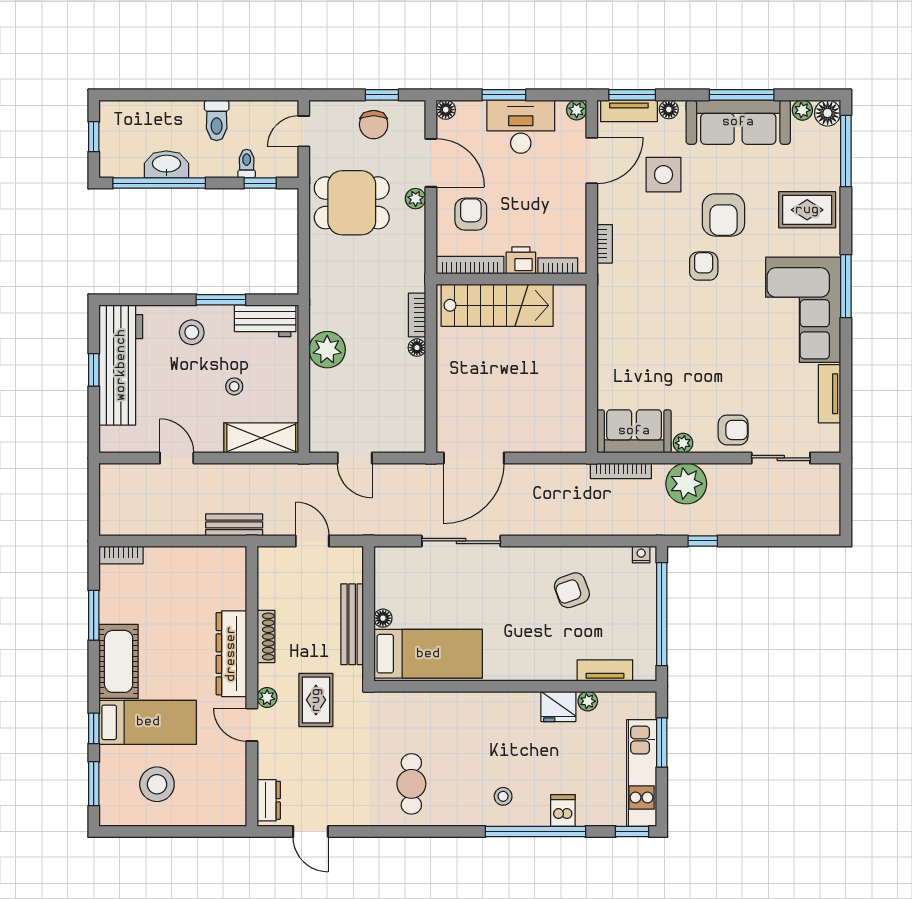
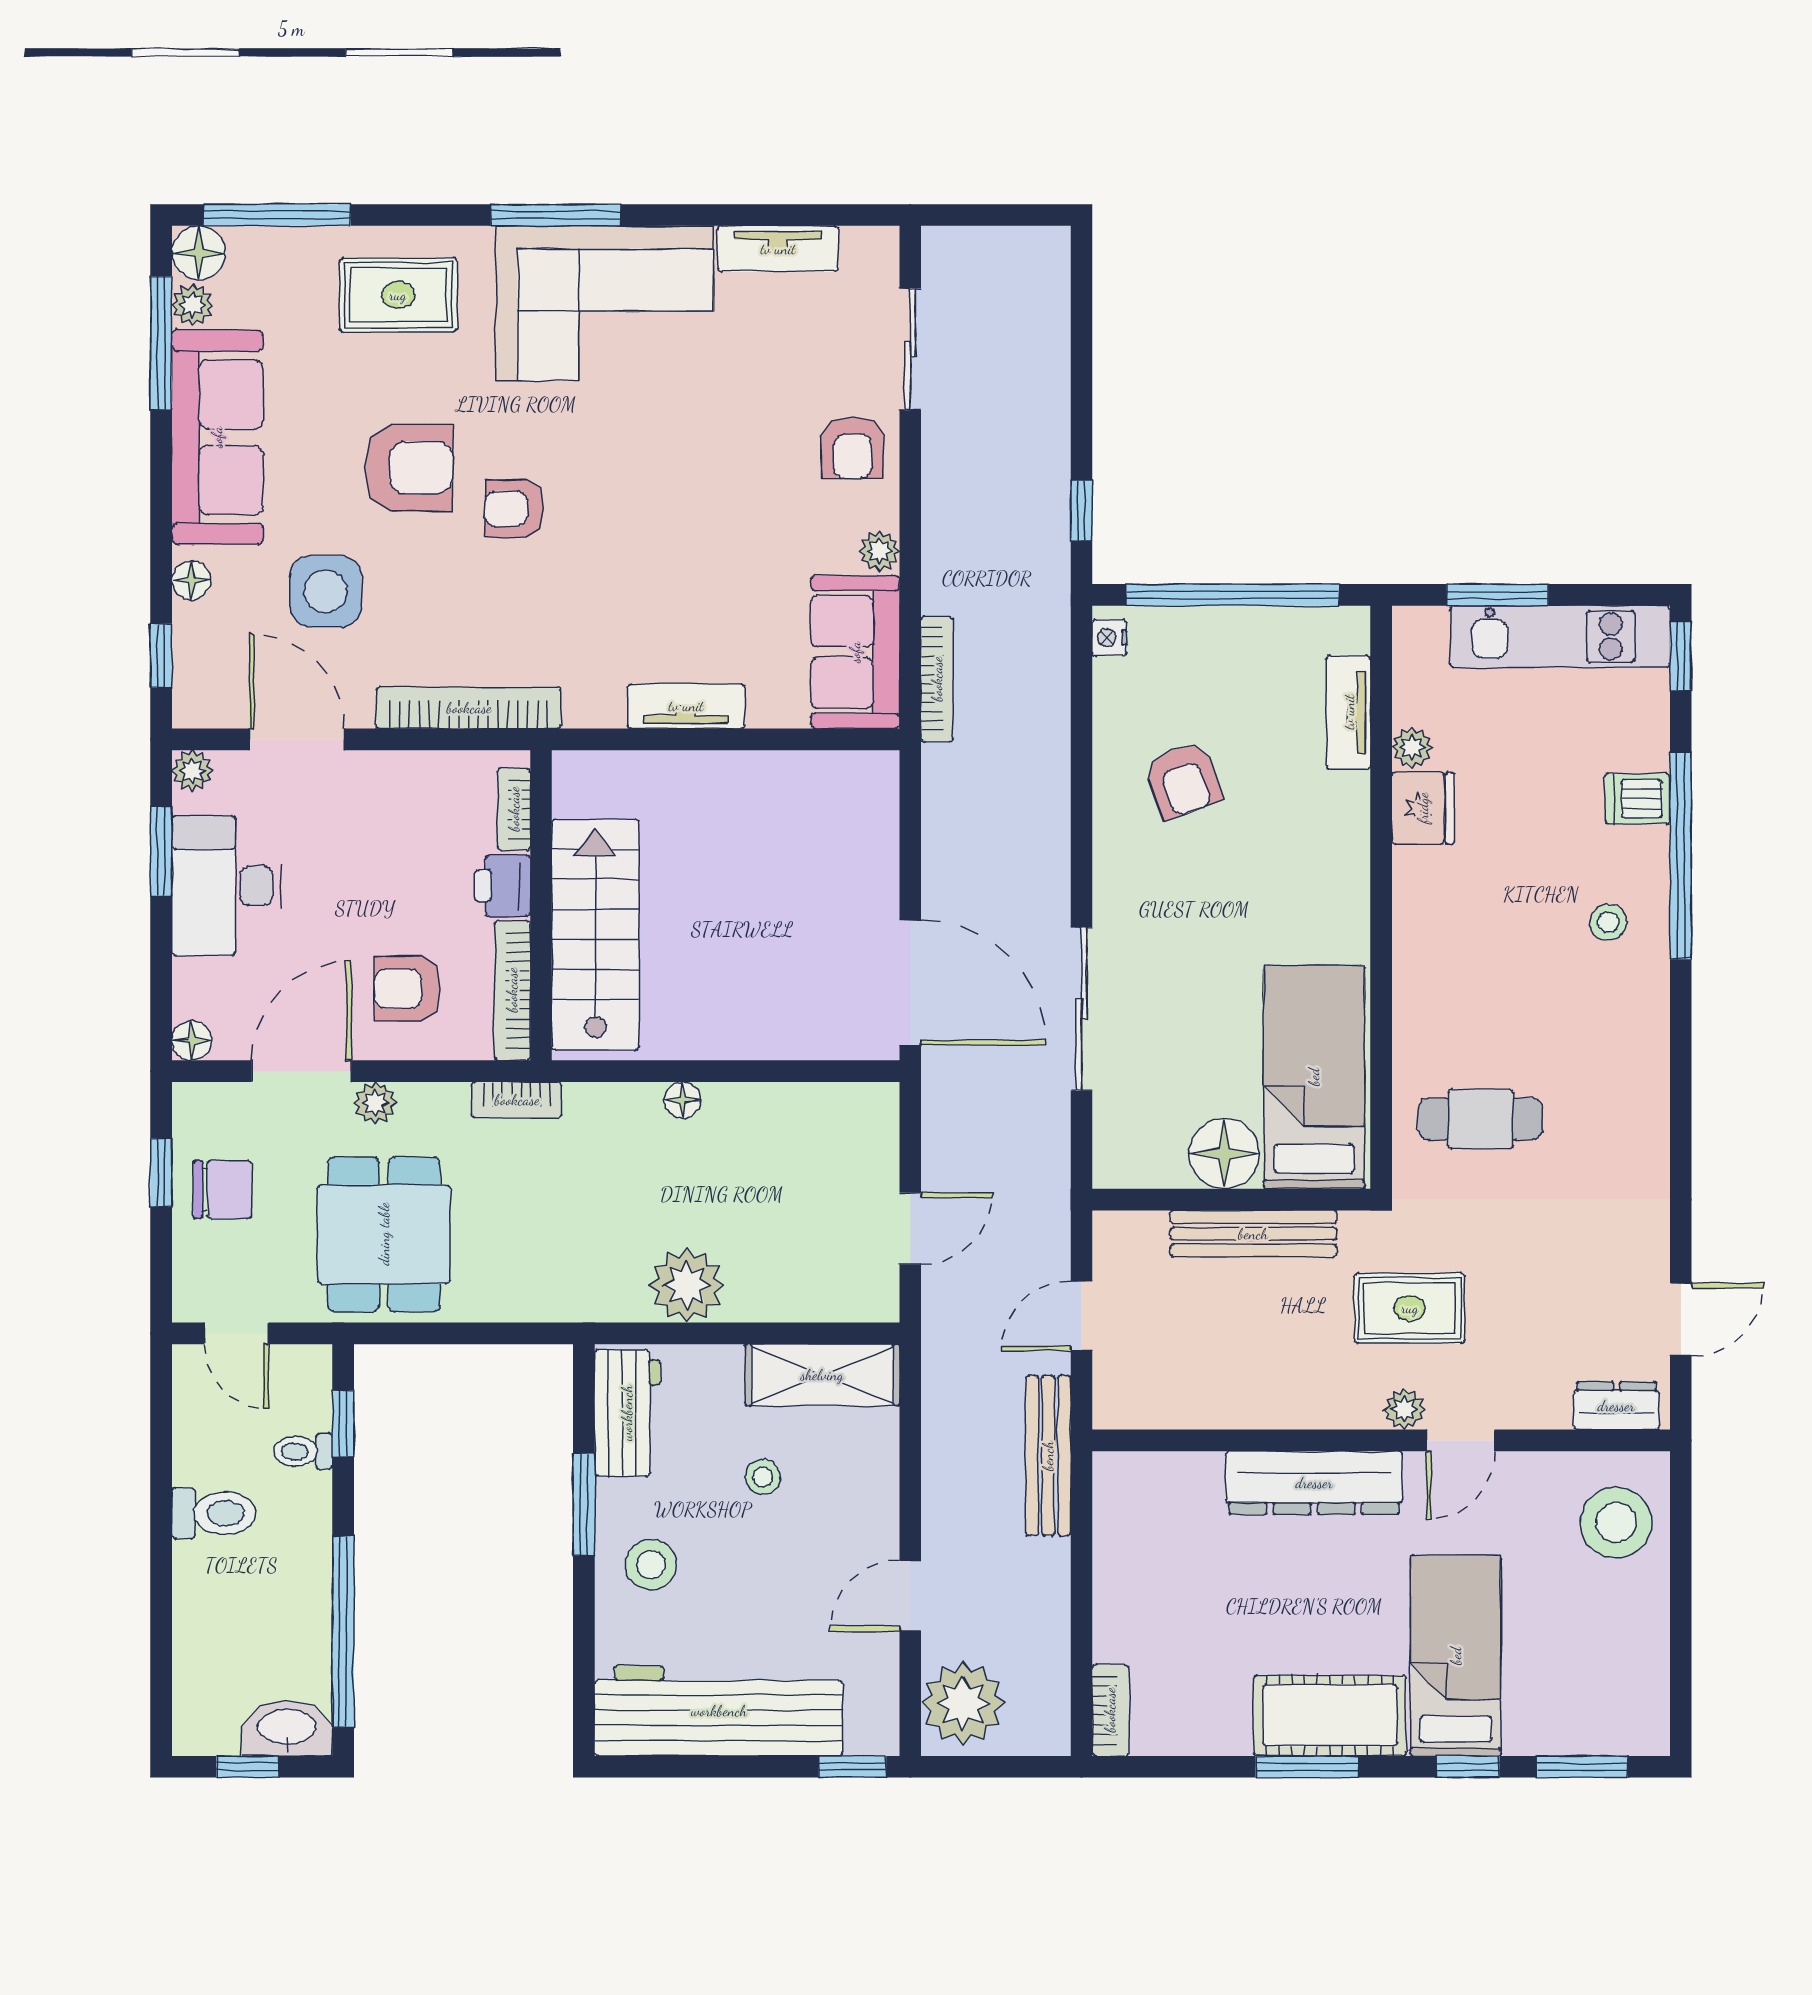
window: (504, 95) -> (161, 851), moved
window: (632, 95) -> (161, 656), width x0.67
window: (742, 95) -> (161, 343), moved
tv unit: (629, 111) -> (686, 706), moved, turned -90
washbasin: (166, 164) -> (287, 1728), moved, turned 90
rug: (807, 210) -> (398, 295), turned 90
bookcase: (605, 244) -> (469, 708), width x2.31, depth x1.31
bookcase: (417, 315) -> (517, 1100), moved
window: (94, 370) -> (852, 1767), moved
armchair: (733, 430) -> (853, 448), turned 180
shelving: (261, 438) -> (822, 1375), moved, turned 90
plant: (686, 484) -> (963, 1703), moved
bench: (234, 525) -> (1048, 1456), width x1.36
window: (94, 615) -> (1307, 1767), moved
floor lamp: (383, 618) -> (1224, 1154), width x1.89, depth x1.89
shoe rack: (266, 636) -> (1279, 1411), removed
stool: (157, 784) -> (1616, 1523), moved
cafe table: (411, 784) -> (1480, 1119), moved

